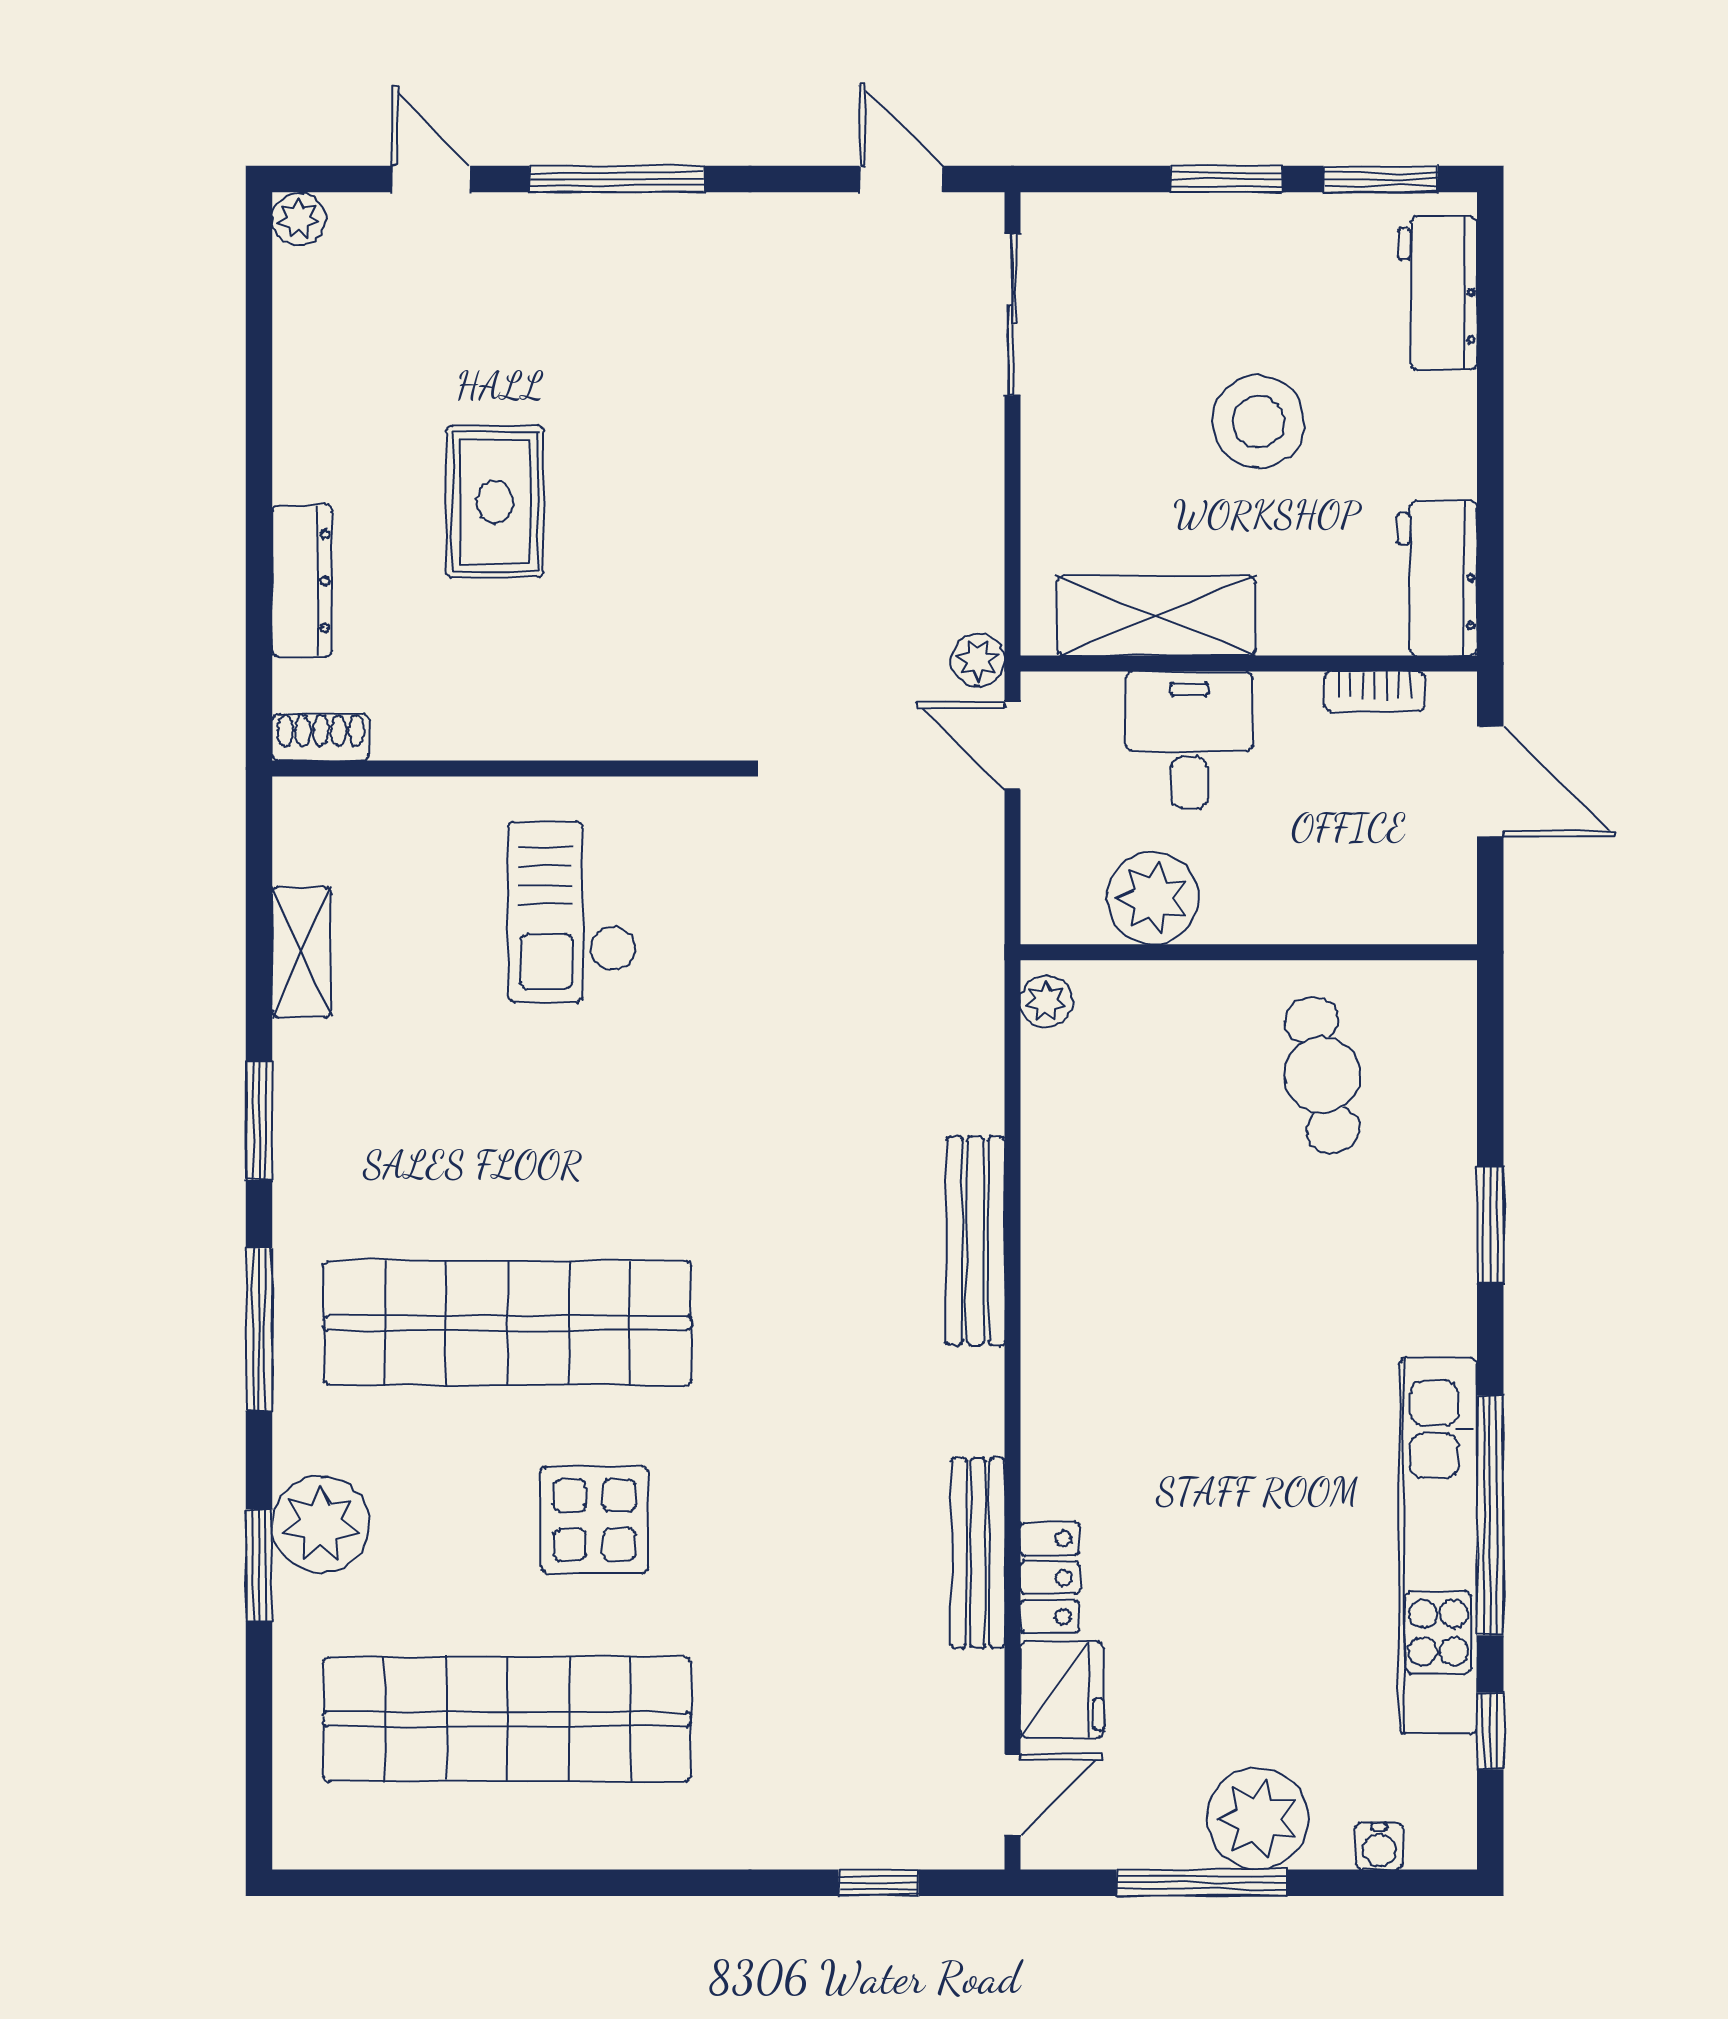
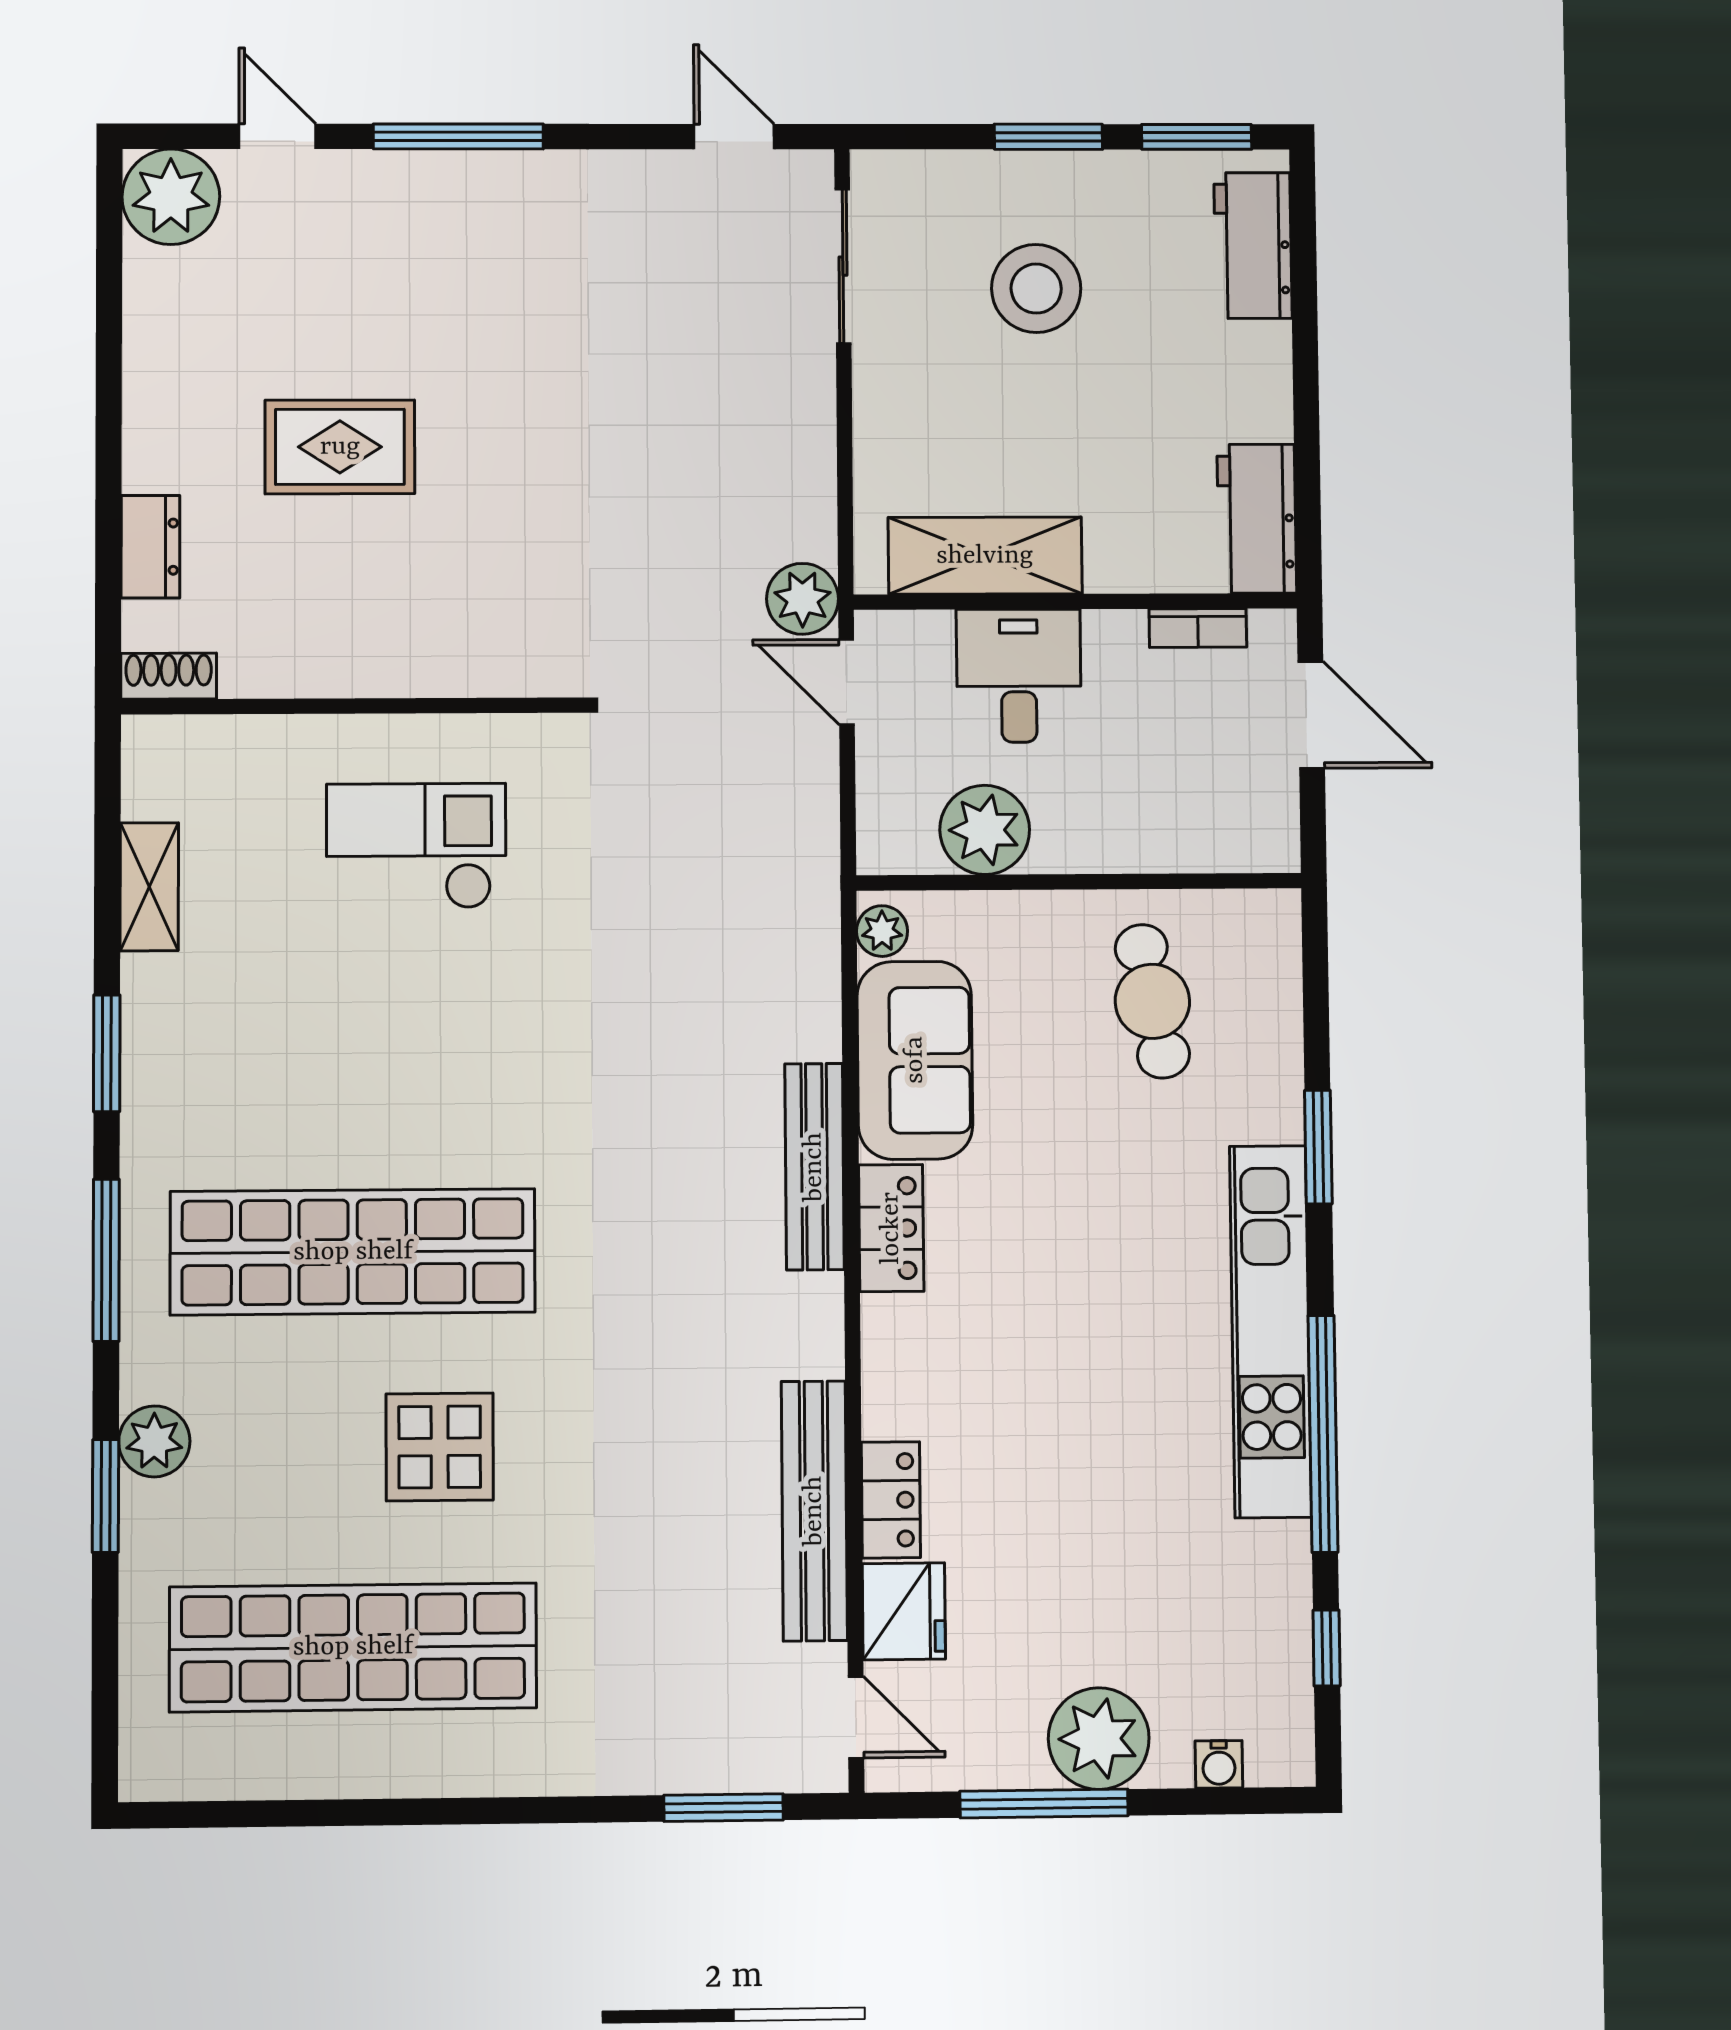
plant: (299, 219) -> (171, 197), width x1.88, depth x1.88
stool: (1258, 422) -> (1036, 289), moved
rug: (495, 502) -> (340, 447), turned 90
dresser: (302, 581) -> (150, 547), width x0.70
plant: (978, 660) -> (802, 599), width x1.38, depth x1.38
checkout: (572, 912) -> (416, 846), turned 90
sofa: (1079, 1133) -> (915, 1060), added
locker: (1053, 1304) -> (891, 1228), added
plant: (321, 1524) -> (154, 1441), width x0.73, depth x0.73
kitchen unit: (1438, 1546) -> (1270, 1331), moved
bench: (978, 1553) -> (814, 1511), width x1.37, depth x1.21
door: (1013, 1795) -> (856, 1717), hinge flipped
window: (878, 1883) -> (724, 1808), width x1.50

